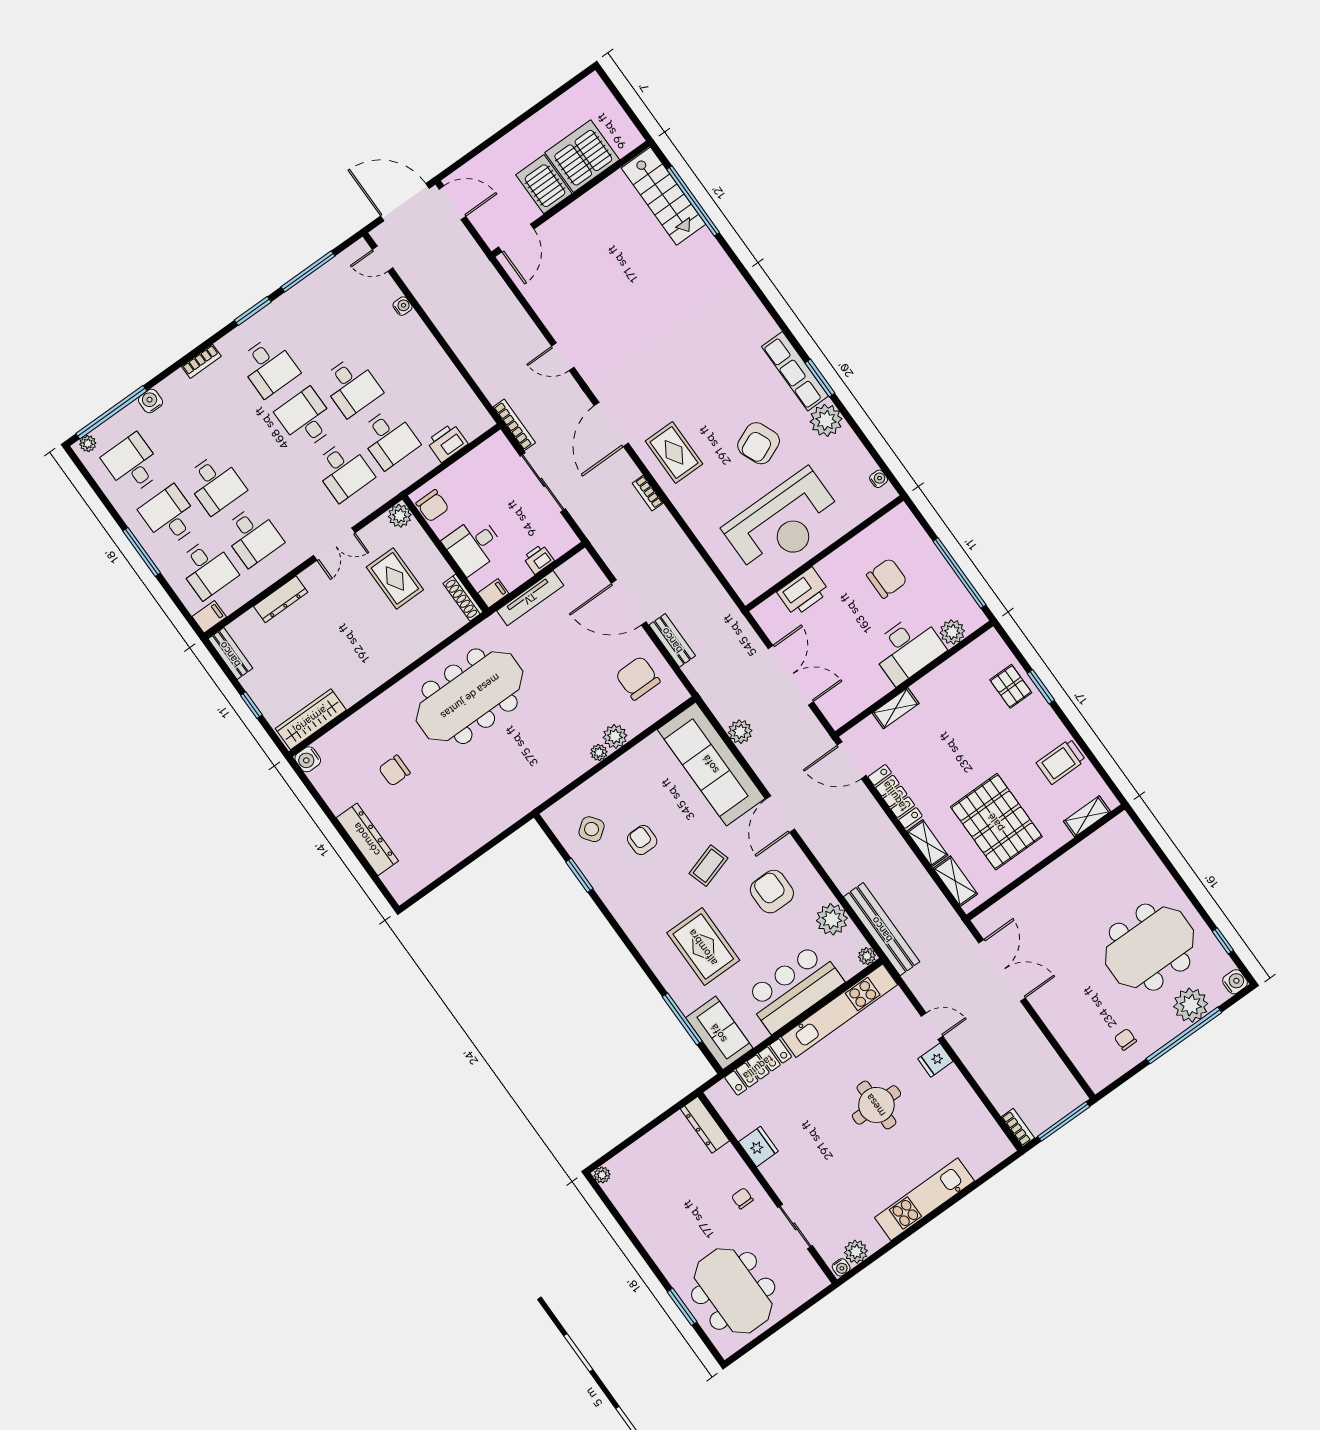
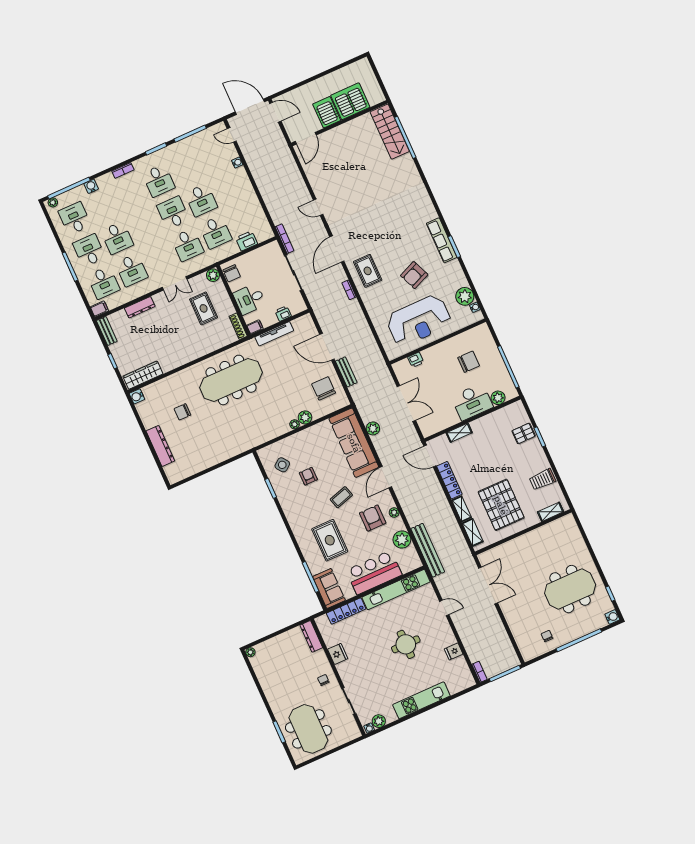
plant: (826, 420) -> (465, 296), moved
printer: (803, 592) -> (416, 360), width x0.53, depth x0.68
pallet: (1011, 686) -> (524, 433), turned 90
plant: (867, 956) -> (394, 512), moved
plant: (1191, 1005) -> (586, 625), removed
fridge: (935, 1060) -> (454, 651), moved

